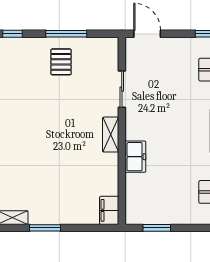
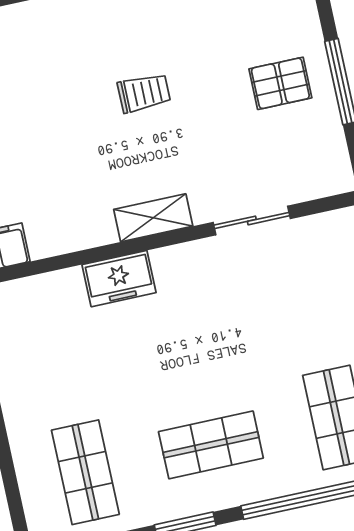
trolley: (52, 126) -> (144, 93), added

